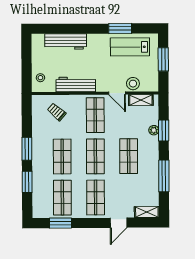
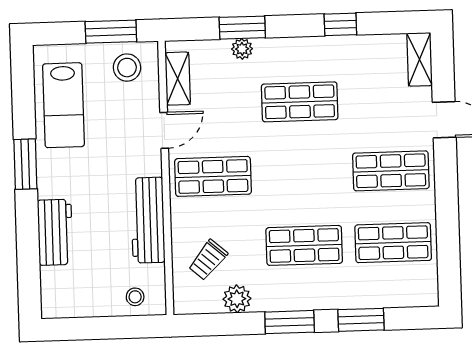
window: (120, 28) -> (25, 164), moved
workbench: (66, 42) -> (55, 232), width x0.73
window: (163, 59) -> (111, 32), moved
stool: (133, 84) -> (127, 68), moved
plant: (38, 125) -> (237, 299), added
shop shelf: (95, 156) -> (302, 174), removed
window: (164, 176) -> (340, 24), width x0.46
window: (60, 223) -> (448, 245), removed

